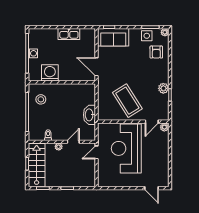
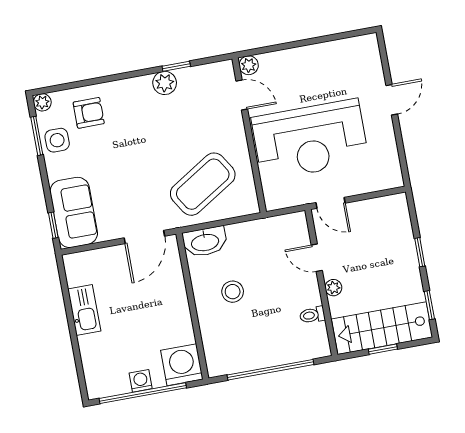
washing machine: (50, 73) -> (182, 365), moved, turned 90
stool: (41, 99) -> (233, 292), moved
coffee table: (127, 101) -> (203, 184), moved
washbasin: (89, 115) -> (205, 242), moved
door: (152, 188) -> (392, 100), moved

